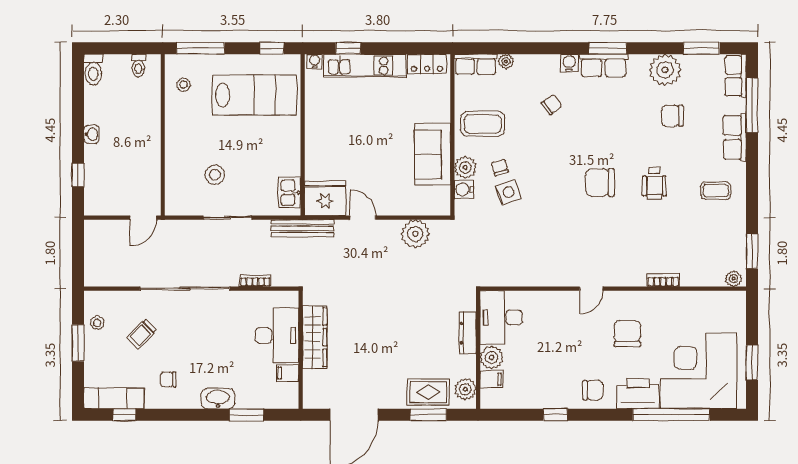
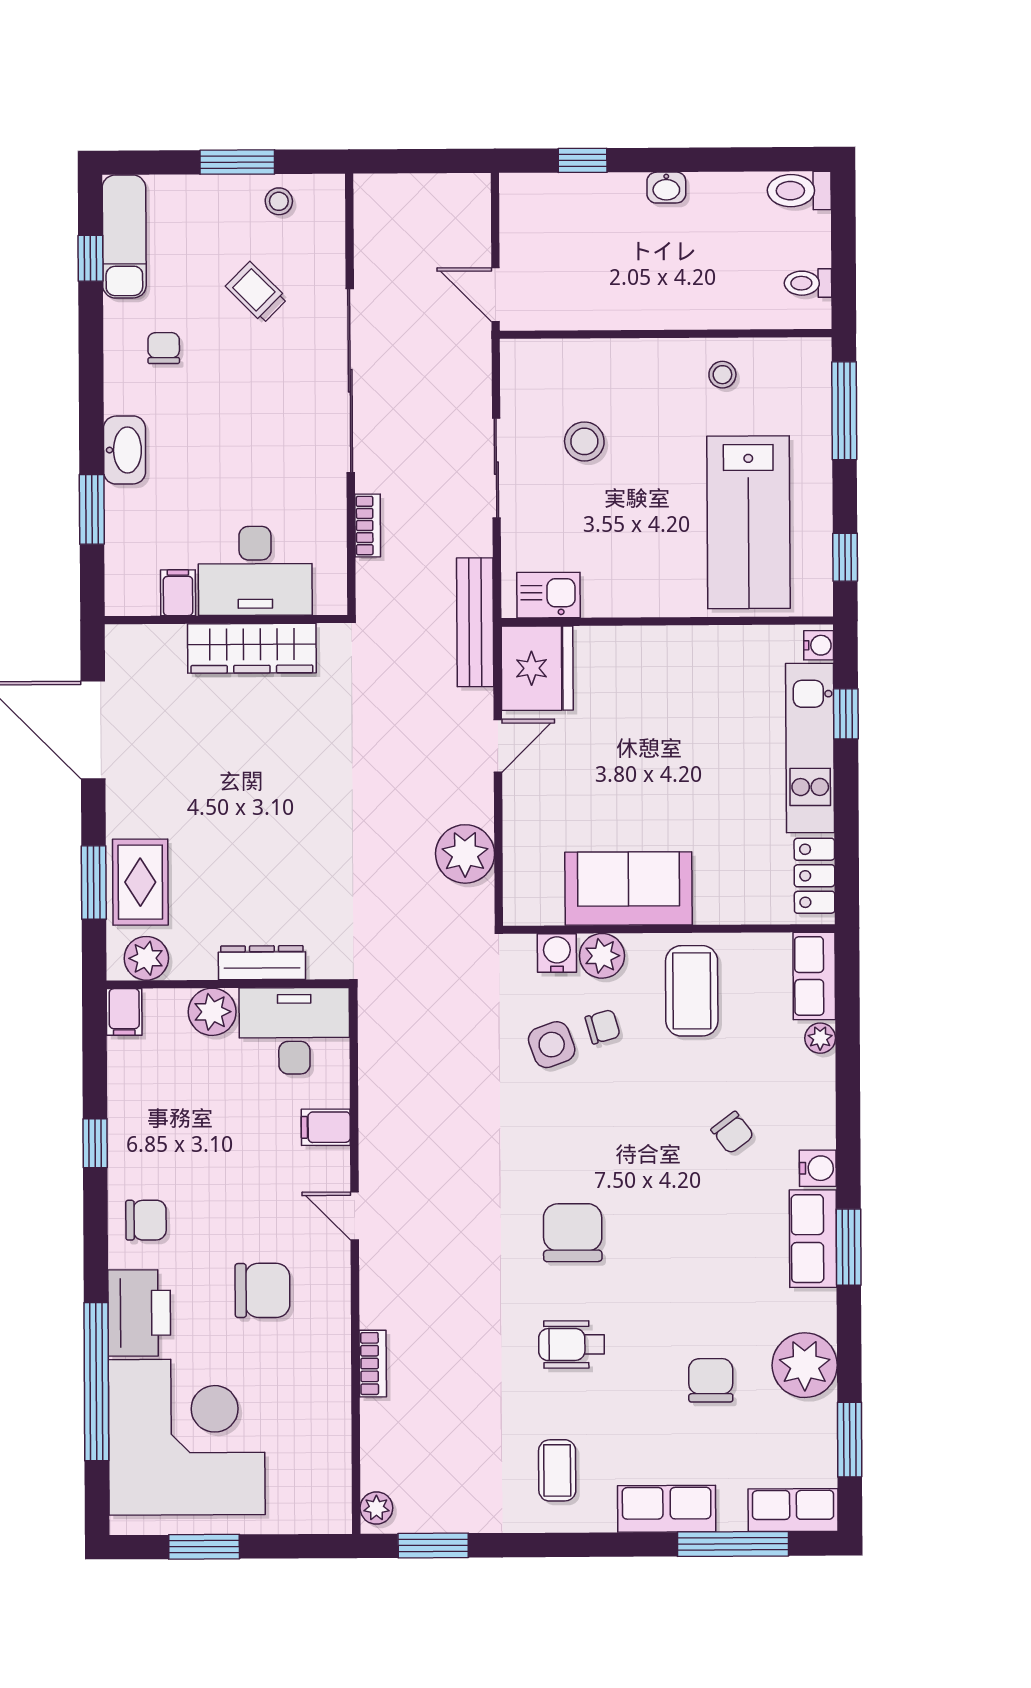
stool: (184, 85) -> (722, 375), moved
filing cabinet: (548, 302) -> (326, 1127), added
filing cabinet: (491, 379) -> (124, 1012), moved
chair: (593, 390) -> (146, 1220), turned -90

